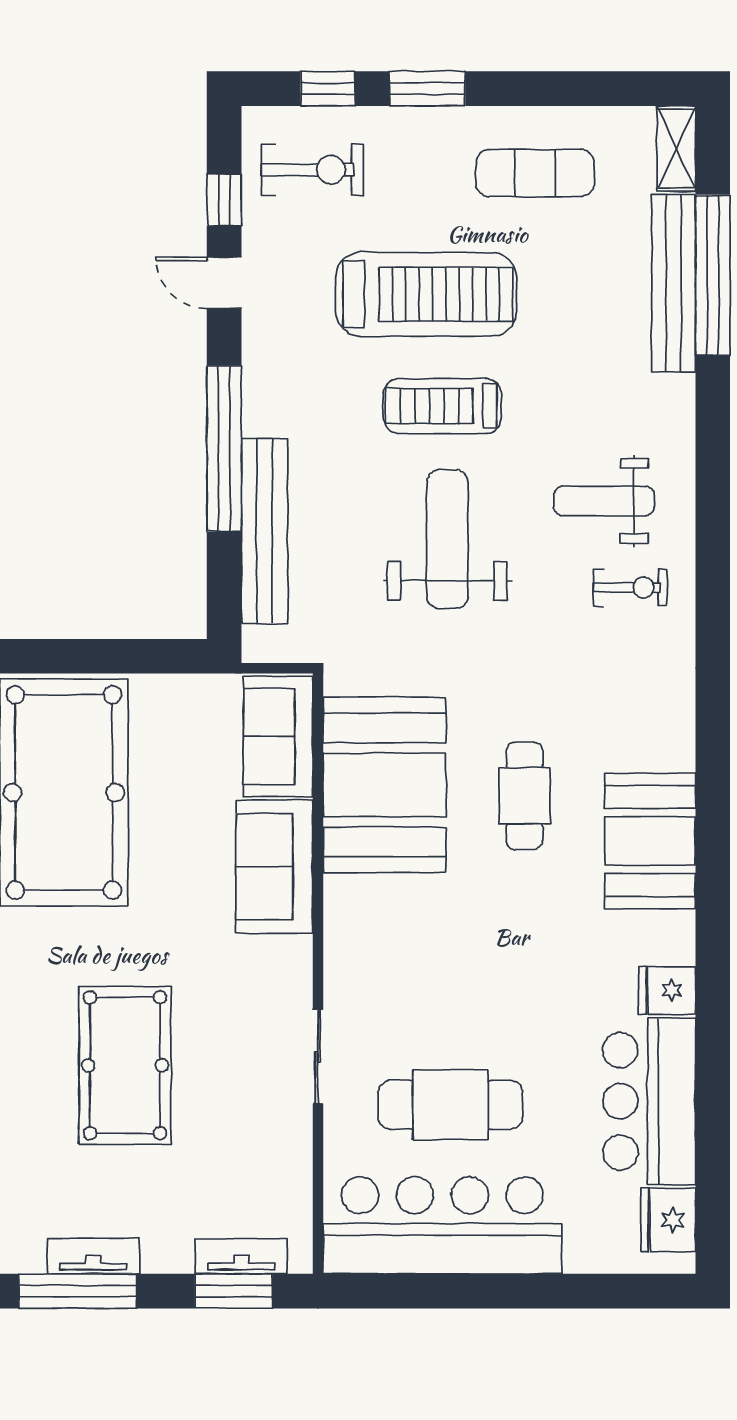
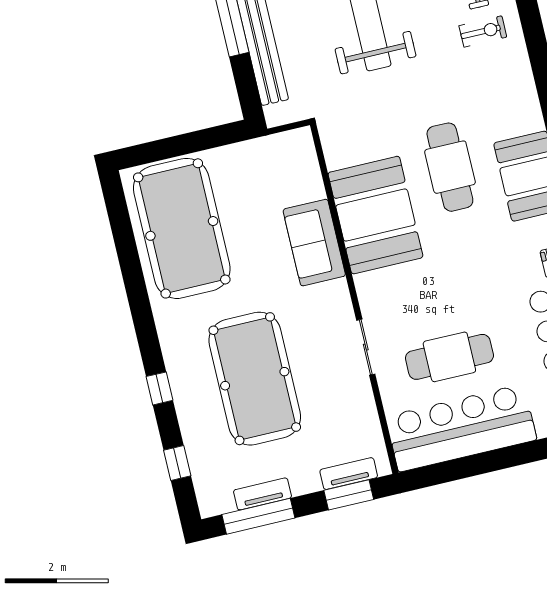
sofa: (278, 736) -> (299, 166), removed
booth: (385, 785) -> (375, 215), moved
cafe table: (524, 796) -> (450, 167), width x1.37, depth x1.35
pool table: (125, 1065) -> (255, 379), width x1.36, depth x1.32

